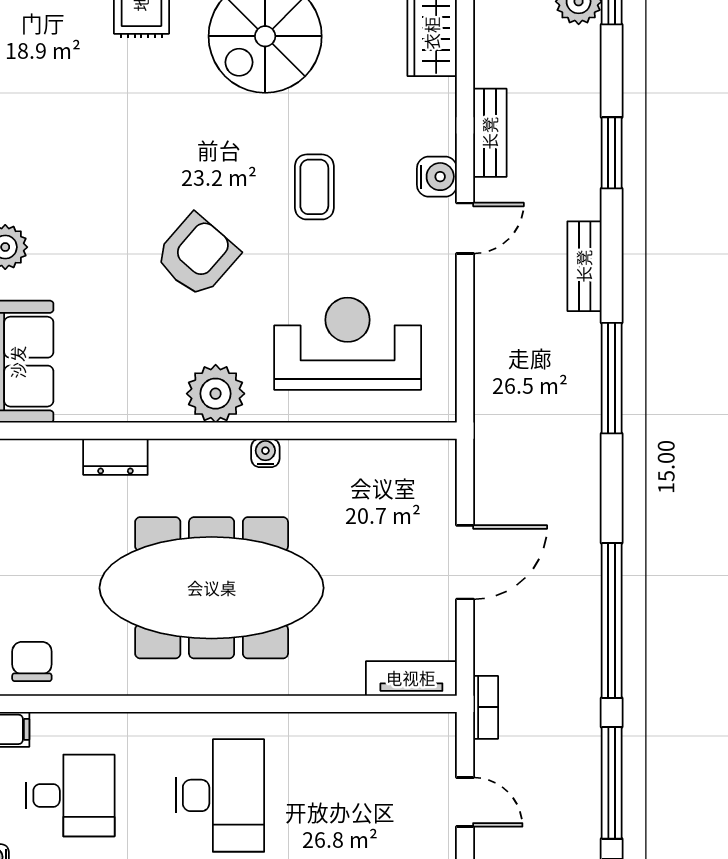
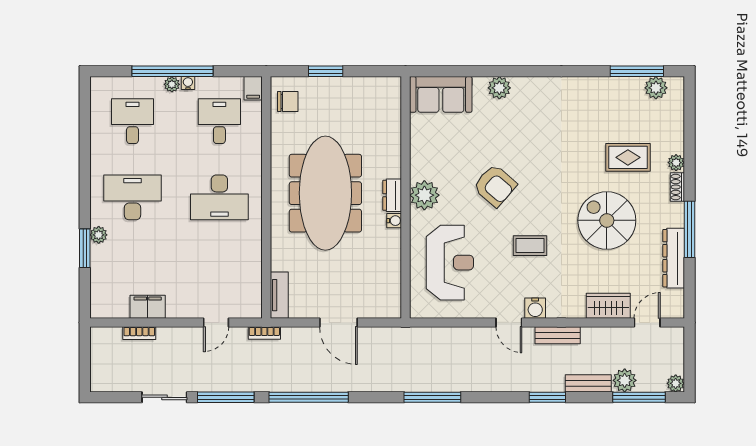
bench: (584, 266) -> (588, 383), moved
dresser: (115, 457) -> (392, 195), moved
desk: (70, 795) -> (219, 121), turned 180

